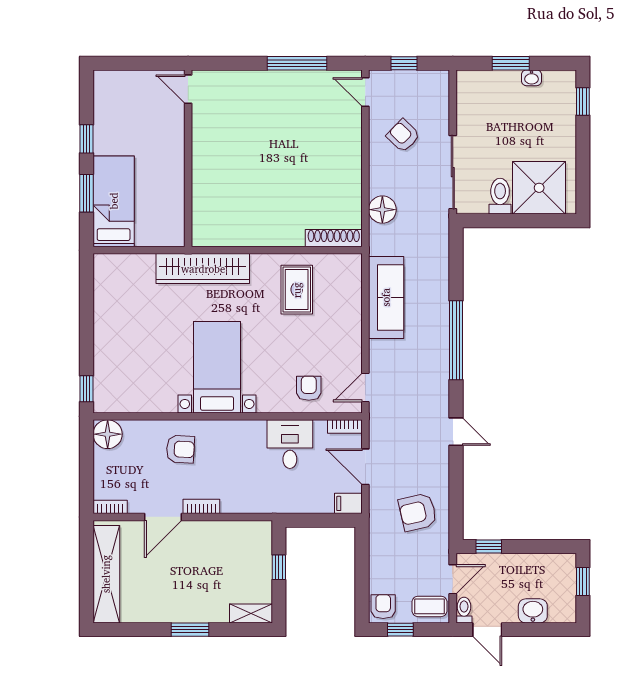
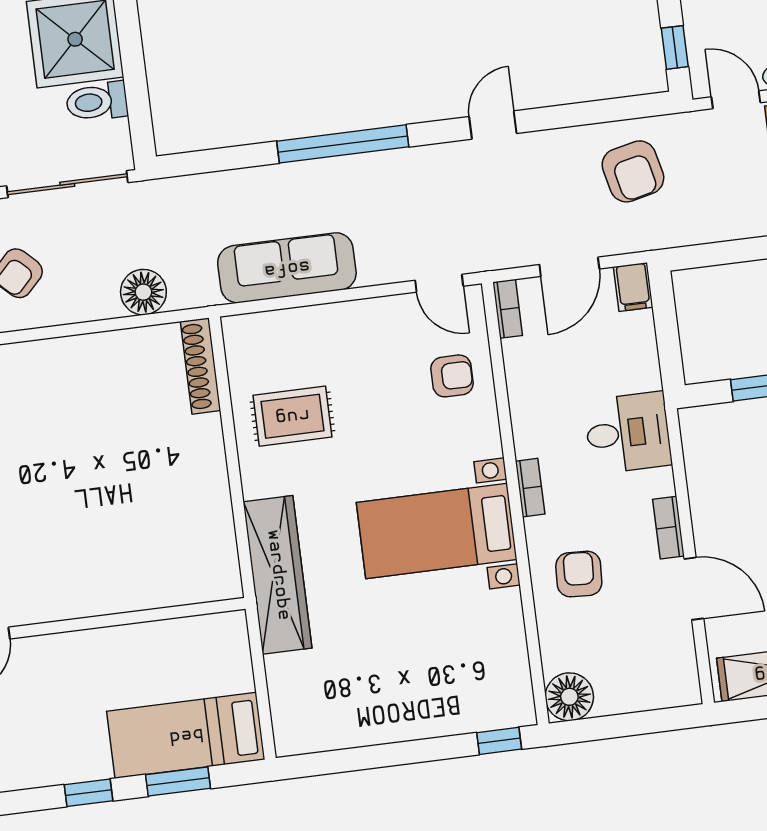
armchair: (309, 388) -> (452, 376), turned 180
desk: (290, 444) -> (628, 433), moved, turned 180
bookcase: (110, 507) -> (530, 488), moved, turned 180

